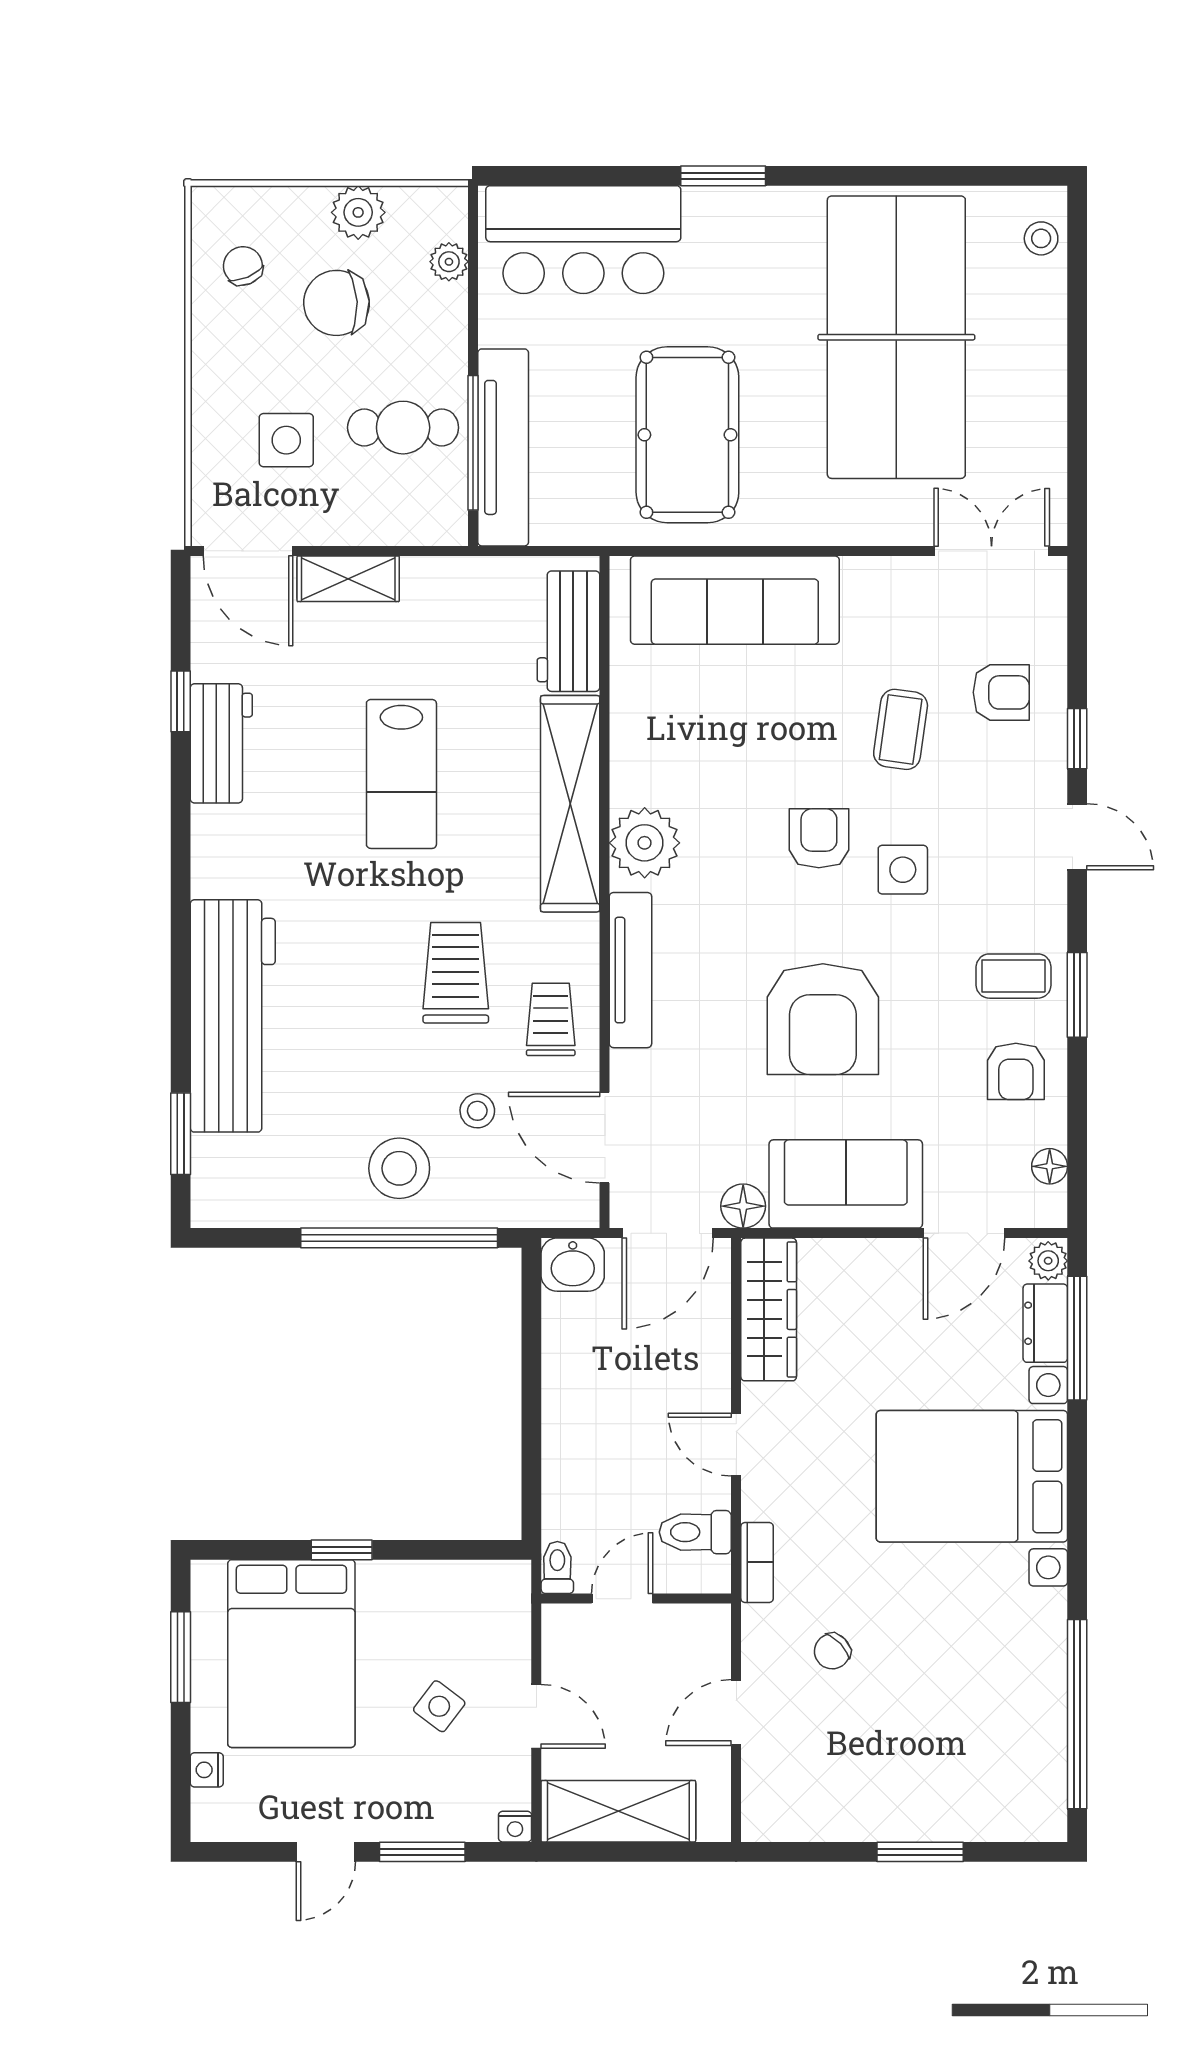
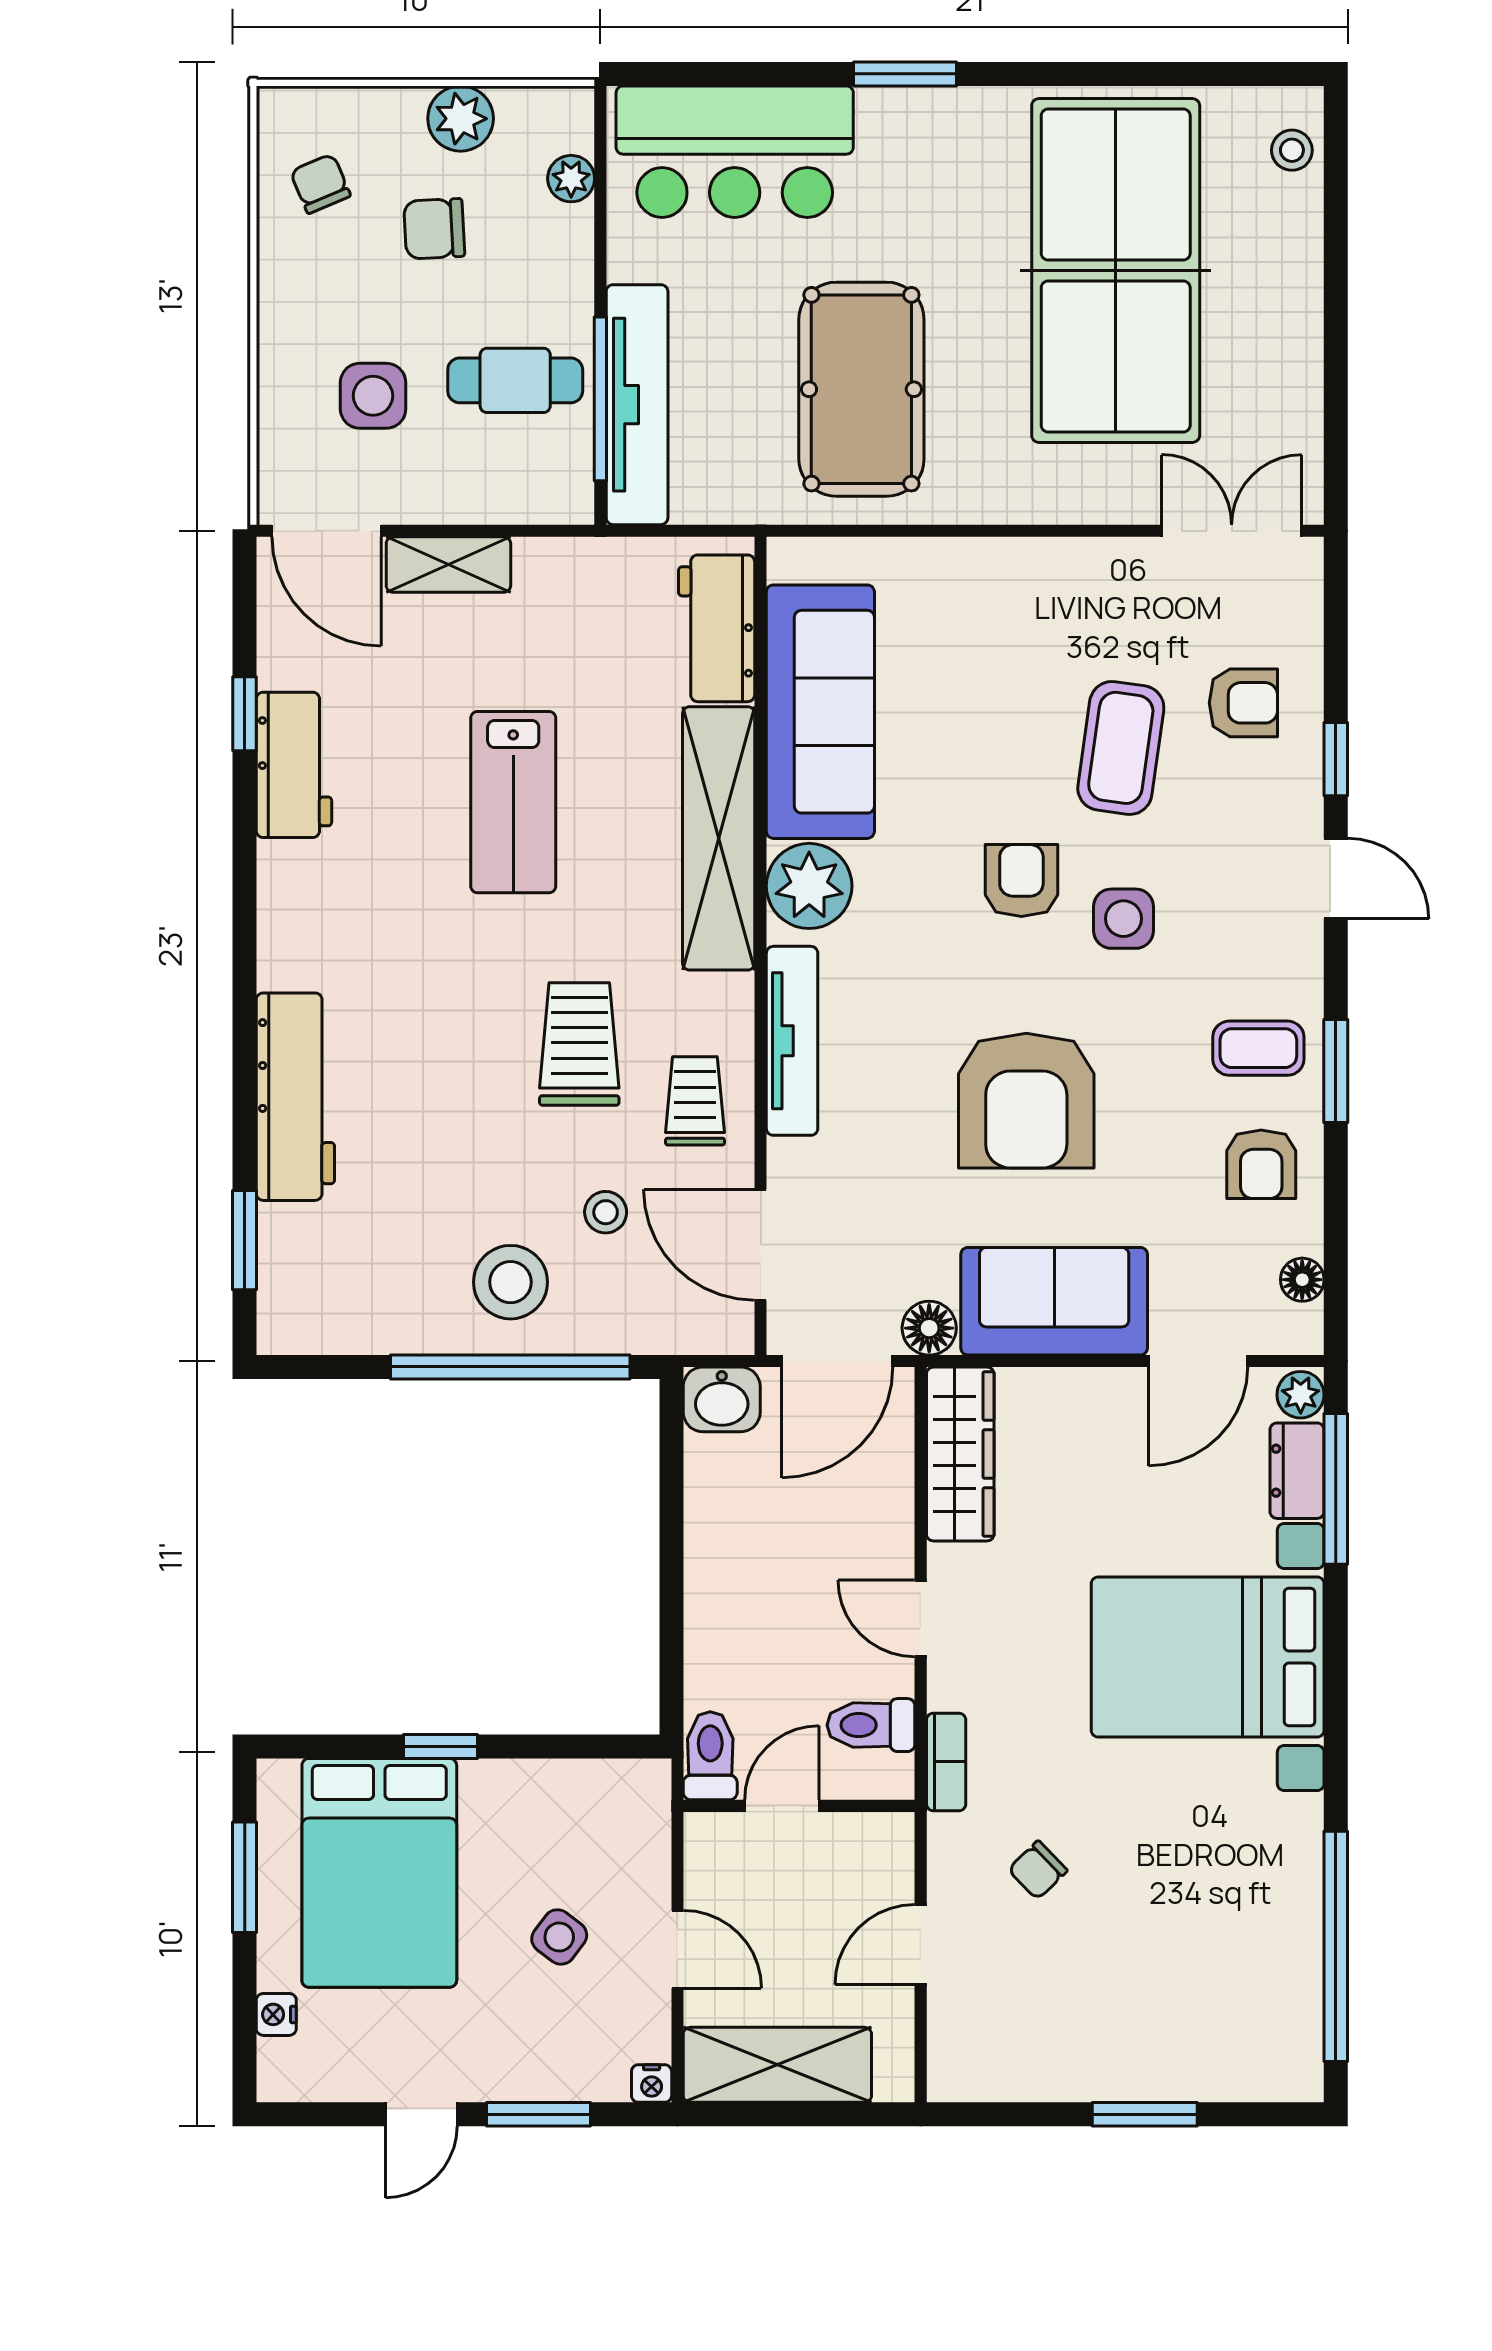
chair: (336, 303) -> (434, 229), width x0.73, depth x0.73
sofa: (735, 600) -> (820, 712), moved, turned -90
coffee table: (901, 729) -> (1121, 748), width x1.36, depth x1.30
workbench: (233, 1016) -> (295, 1097), width x0.73, depth x0.76
toilet: (557, 1567) -> (710, 1756), width x1.37, depth x1.39

